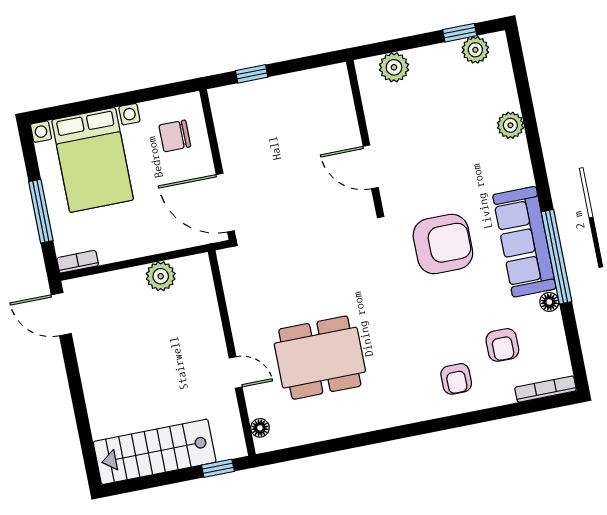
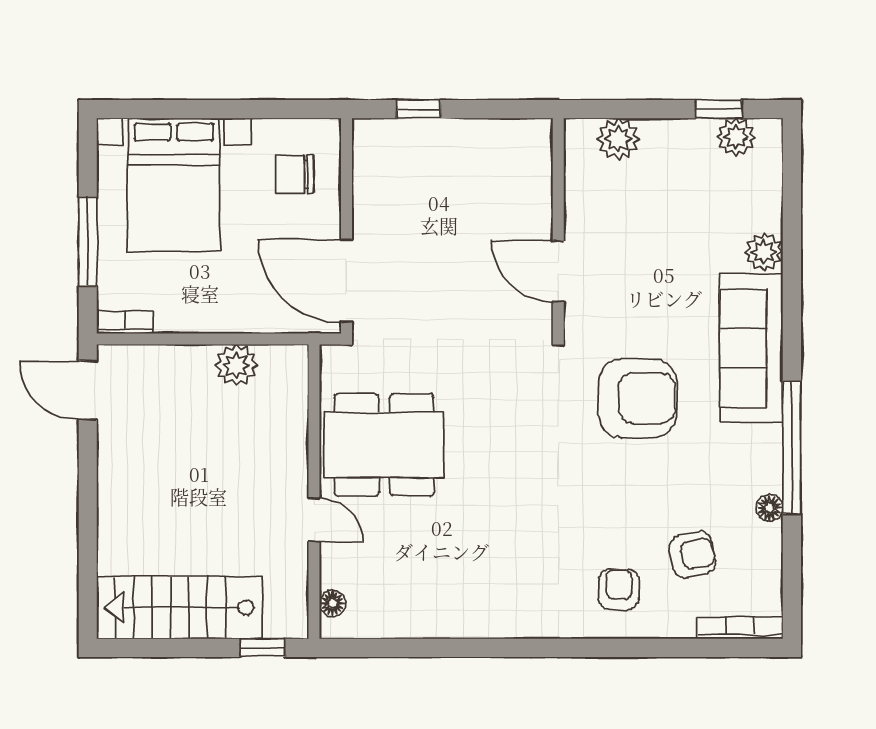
sofa: (524, 242) -> (751, 348), moved
armchair: (502, 345) -> (692, 555), turned -102
dining table: (320, 358) -> (384, 445), moved
armchair: (456, 379) -> (619, 589), turned 180

